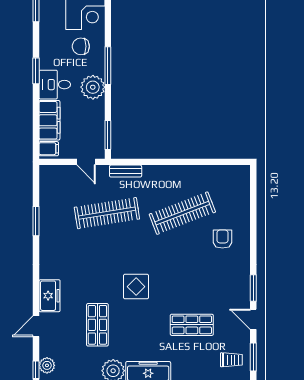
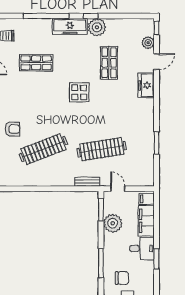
plant: (93, 87) -> (113, 223), moved
armchair: (222, 239) -> (12, 129), turned -90
plant: (47, 365) -> (148, 43), moved

